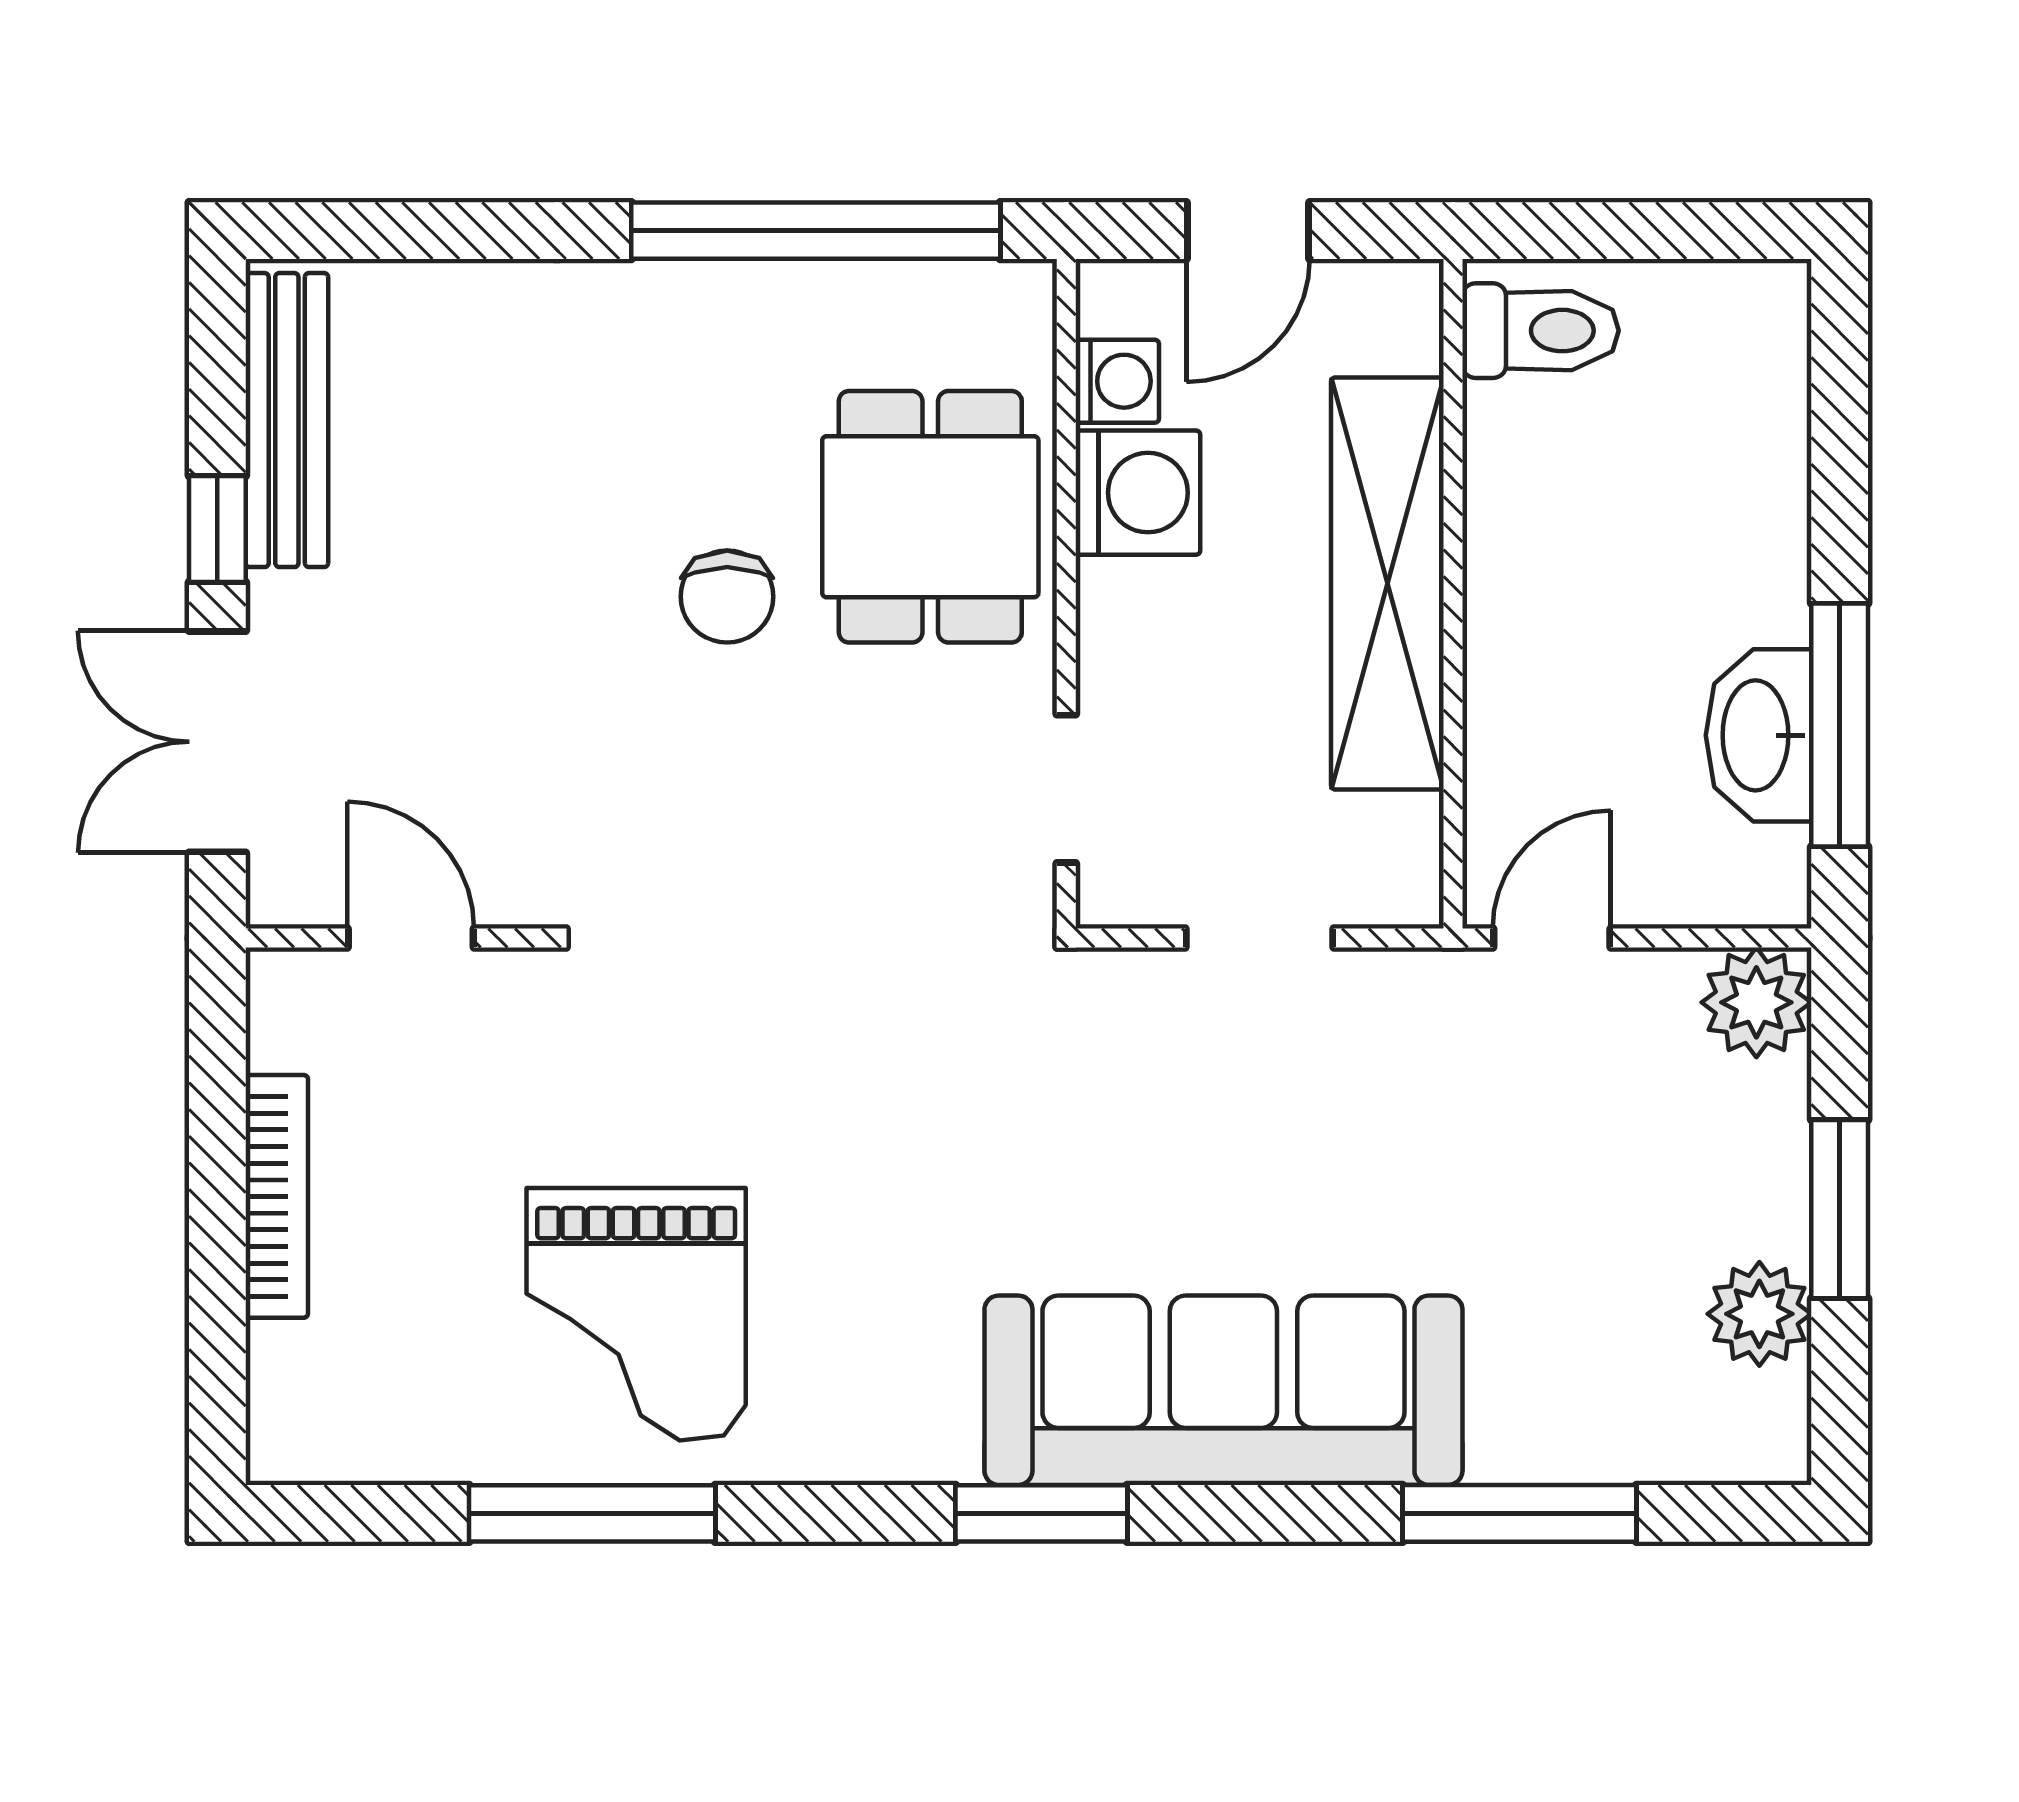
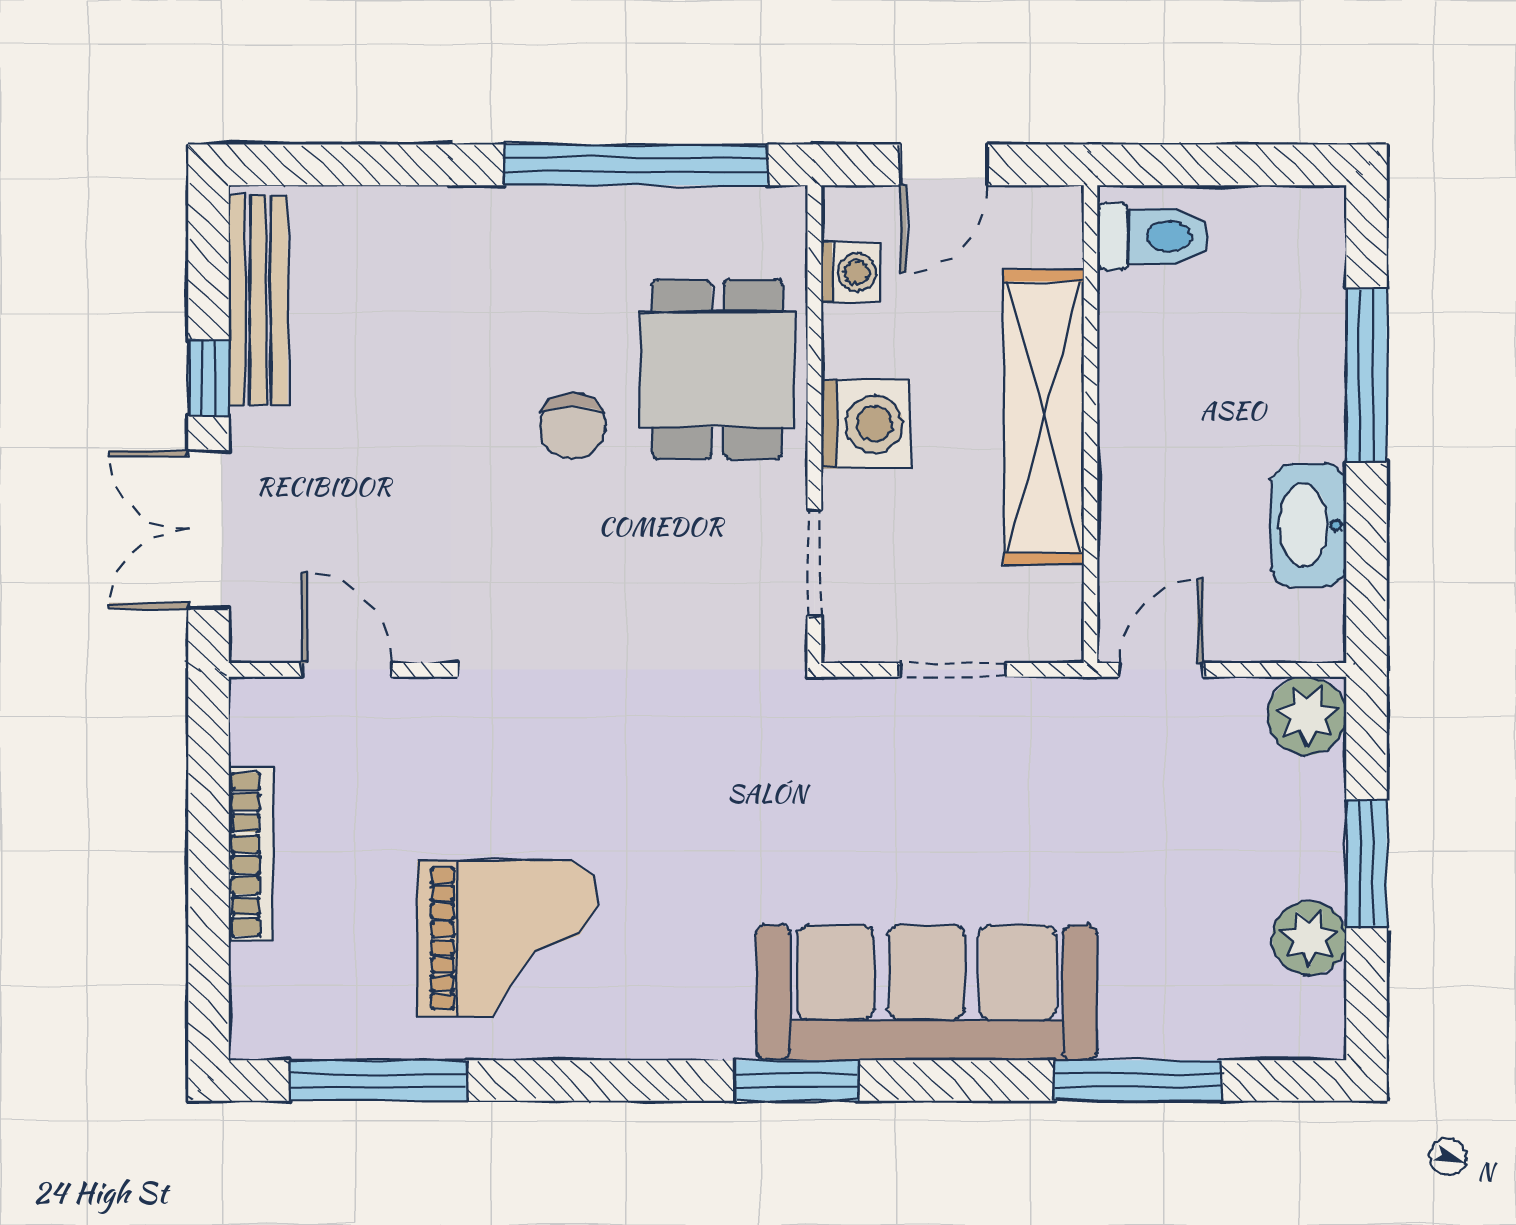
washing machine: (1138, 493) -> (866, 424), moved
window: (1840, 725) -> (1367, 375), moved
grand piano: (636, 1314) -> (507, 938), turned -90
window: (592, 1513) -> (379, 1081), moved

